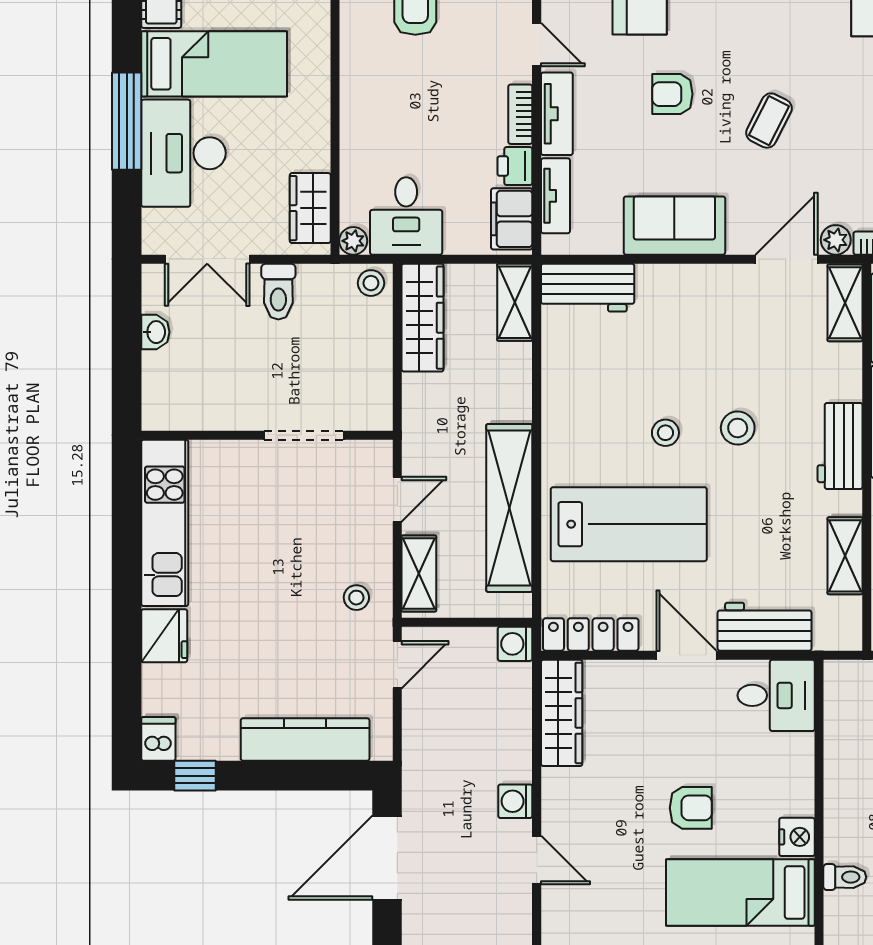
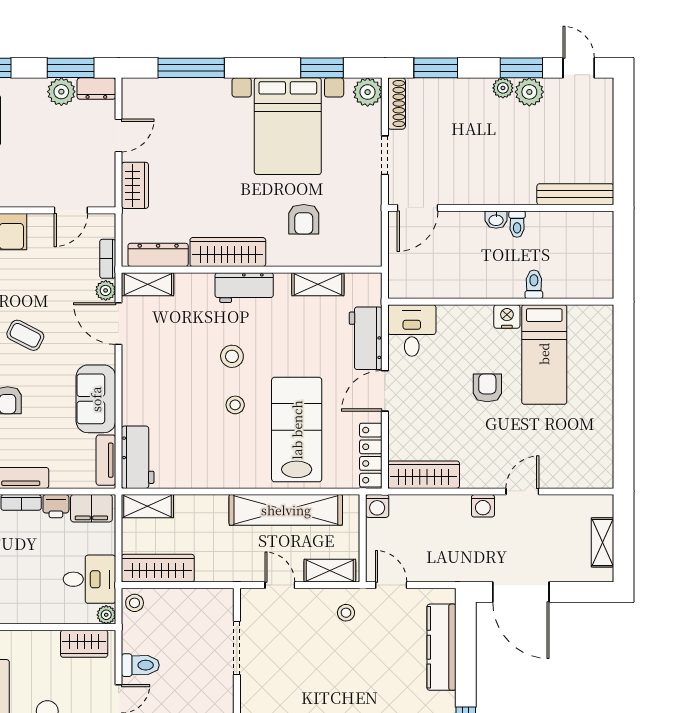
tv unit: (555, 196) -> (106, 460), moved, turned -90

